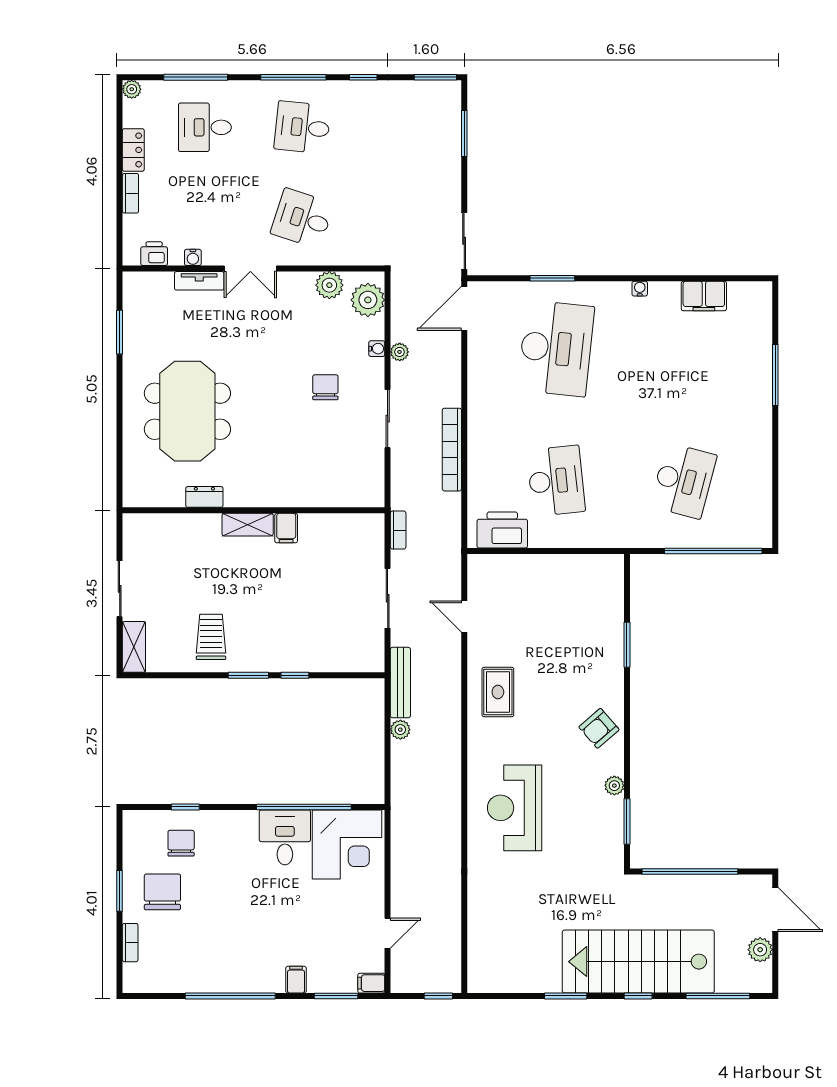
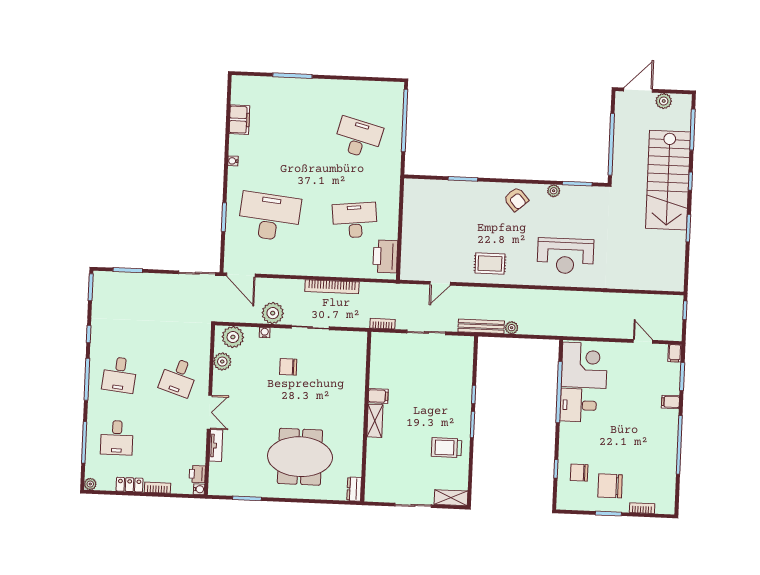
water cooler: (193, 257) -> (199, 489), moved
plant: (400, 352) -> (273, 313), width x1.88, depth x1.88
dresser: (204, 497) -> (354, 489), moved

